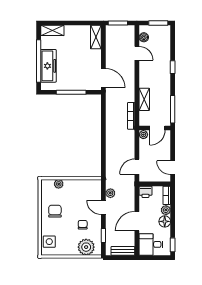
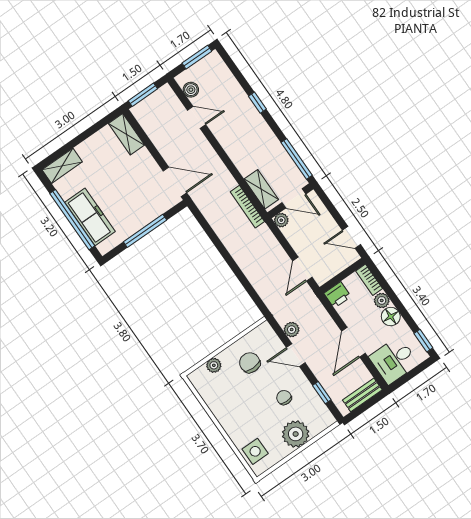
shelving: (144, 99) -> (261, 189), moved
door: (157, 128) -> (294, 198), hinge flipped
chair: (55, 211) -> (250, 363), moved
plant: (86, 247) -> (296, 434), moved

